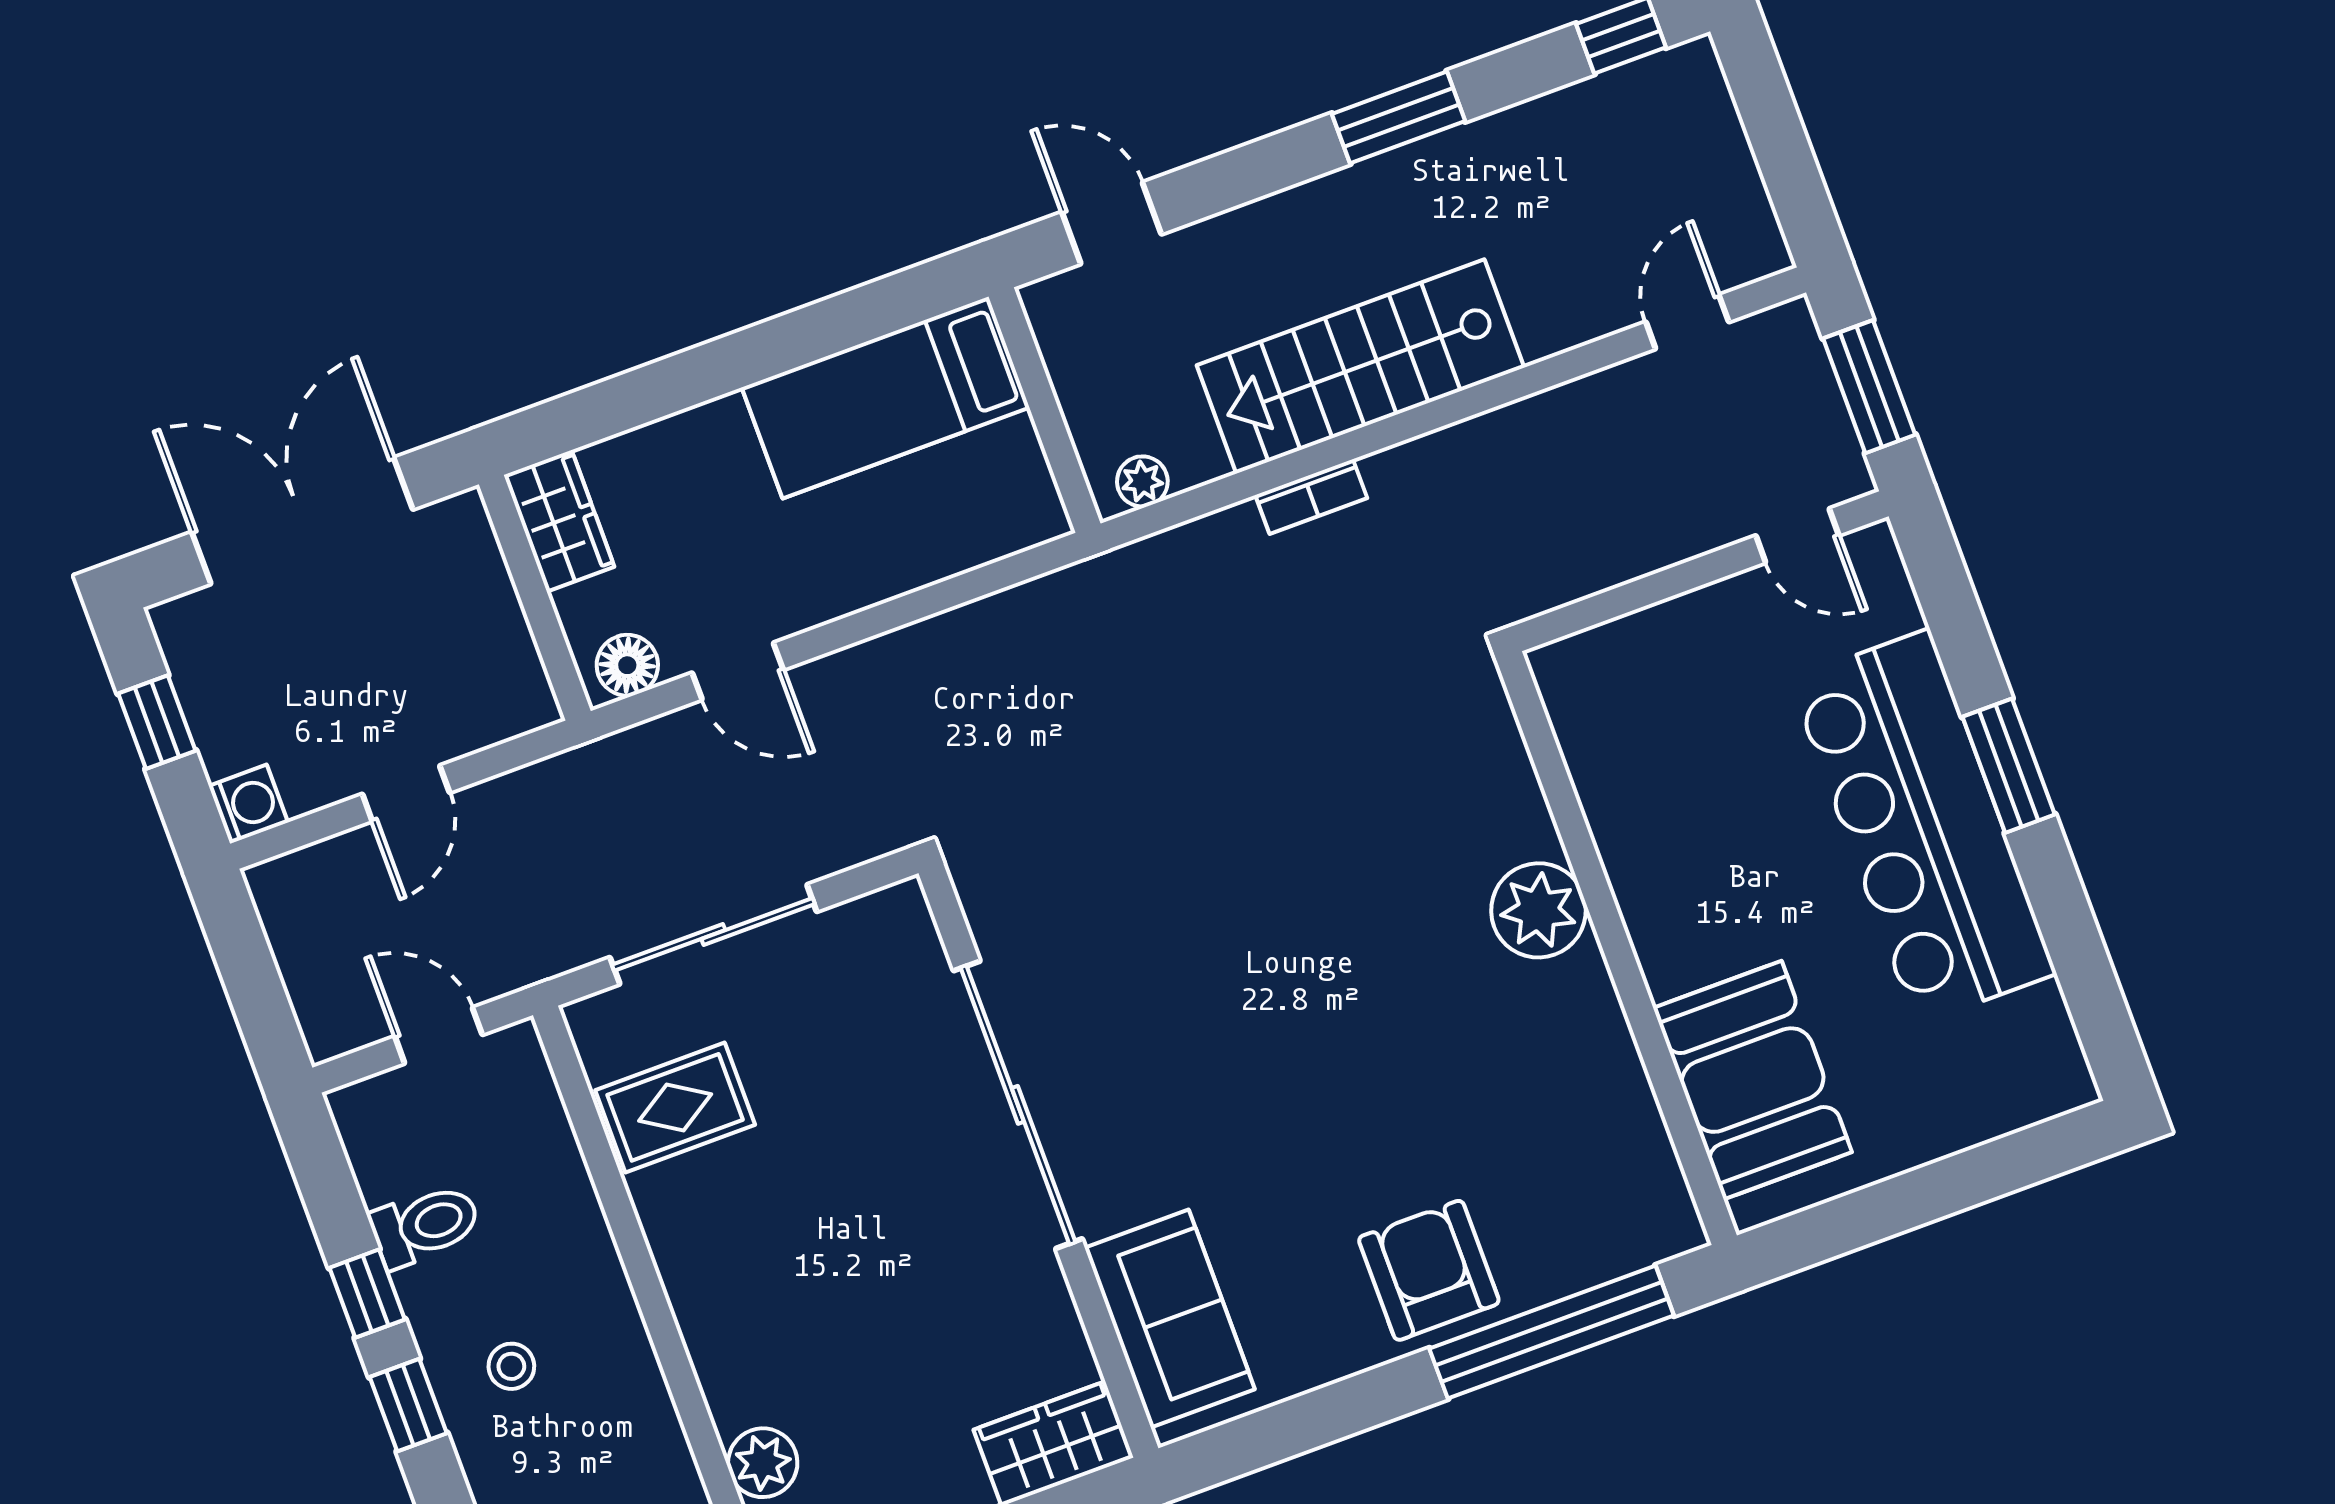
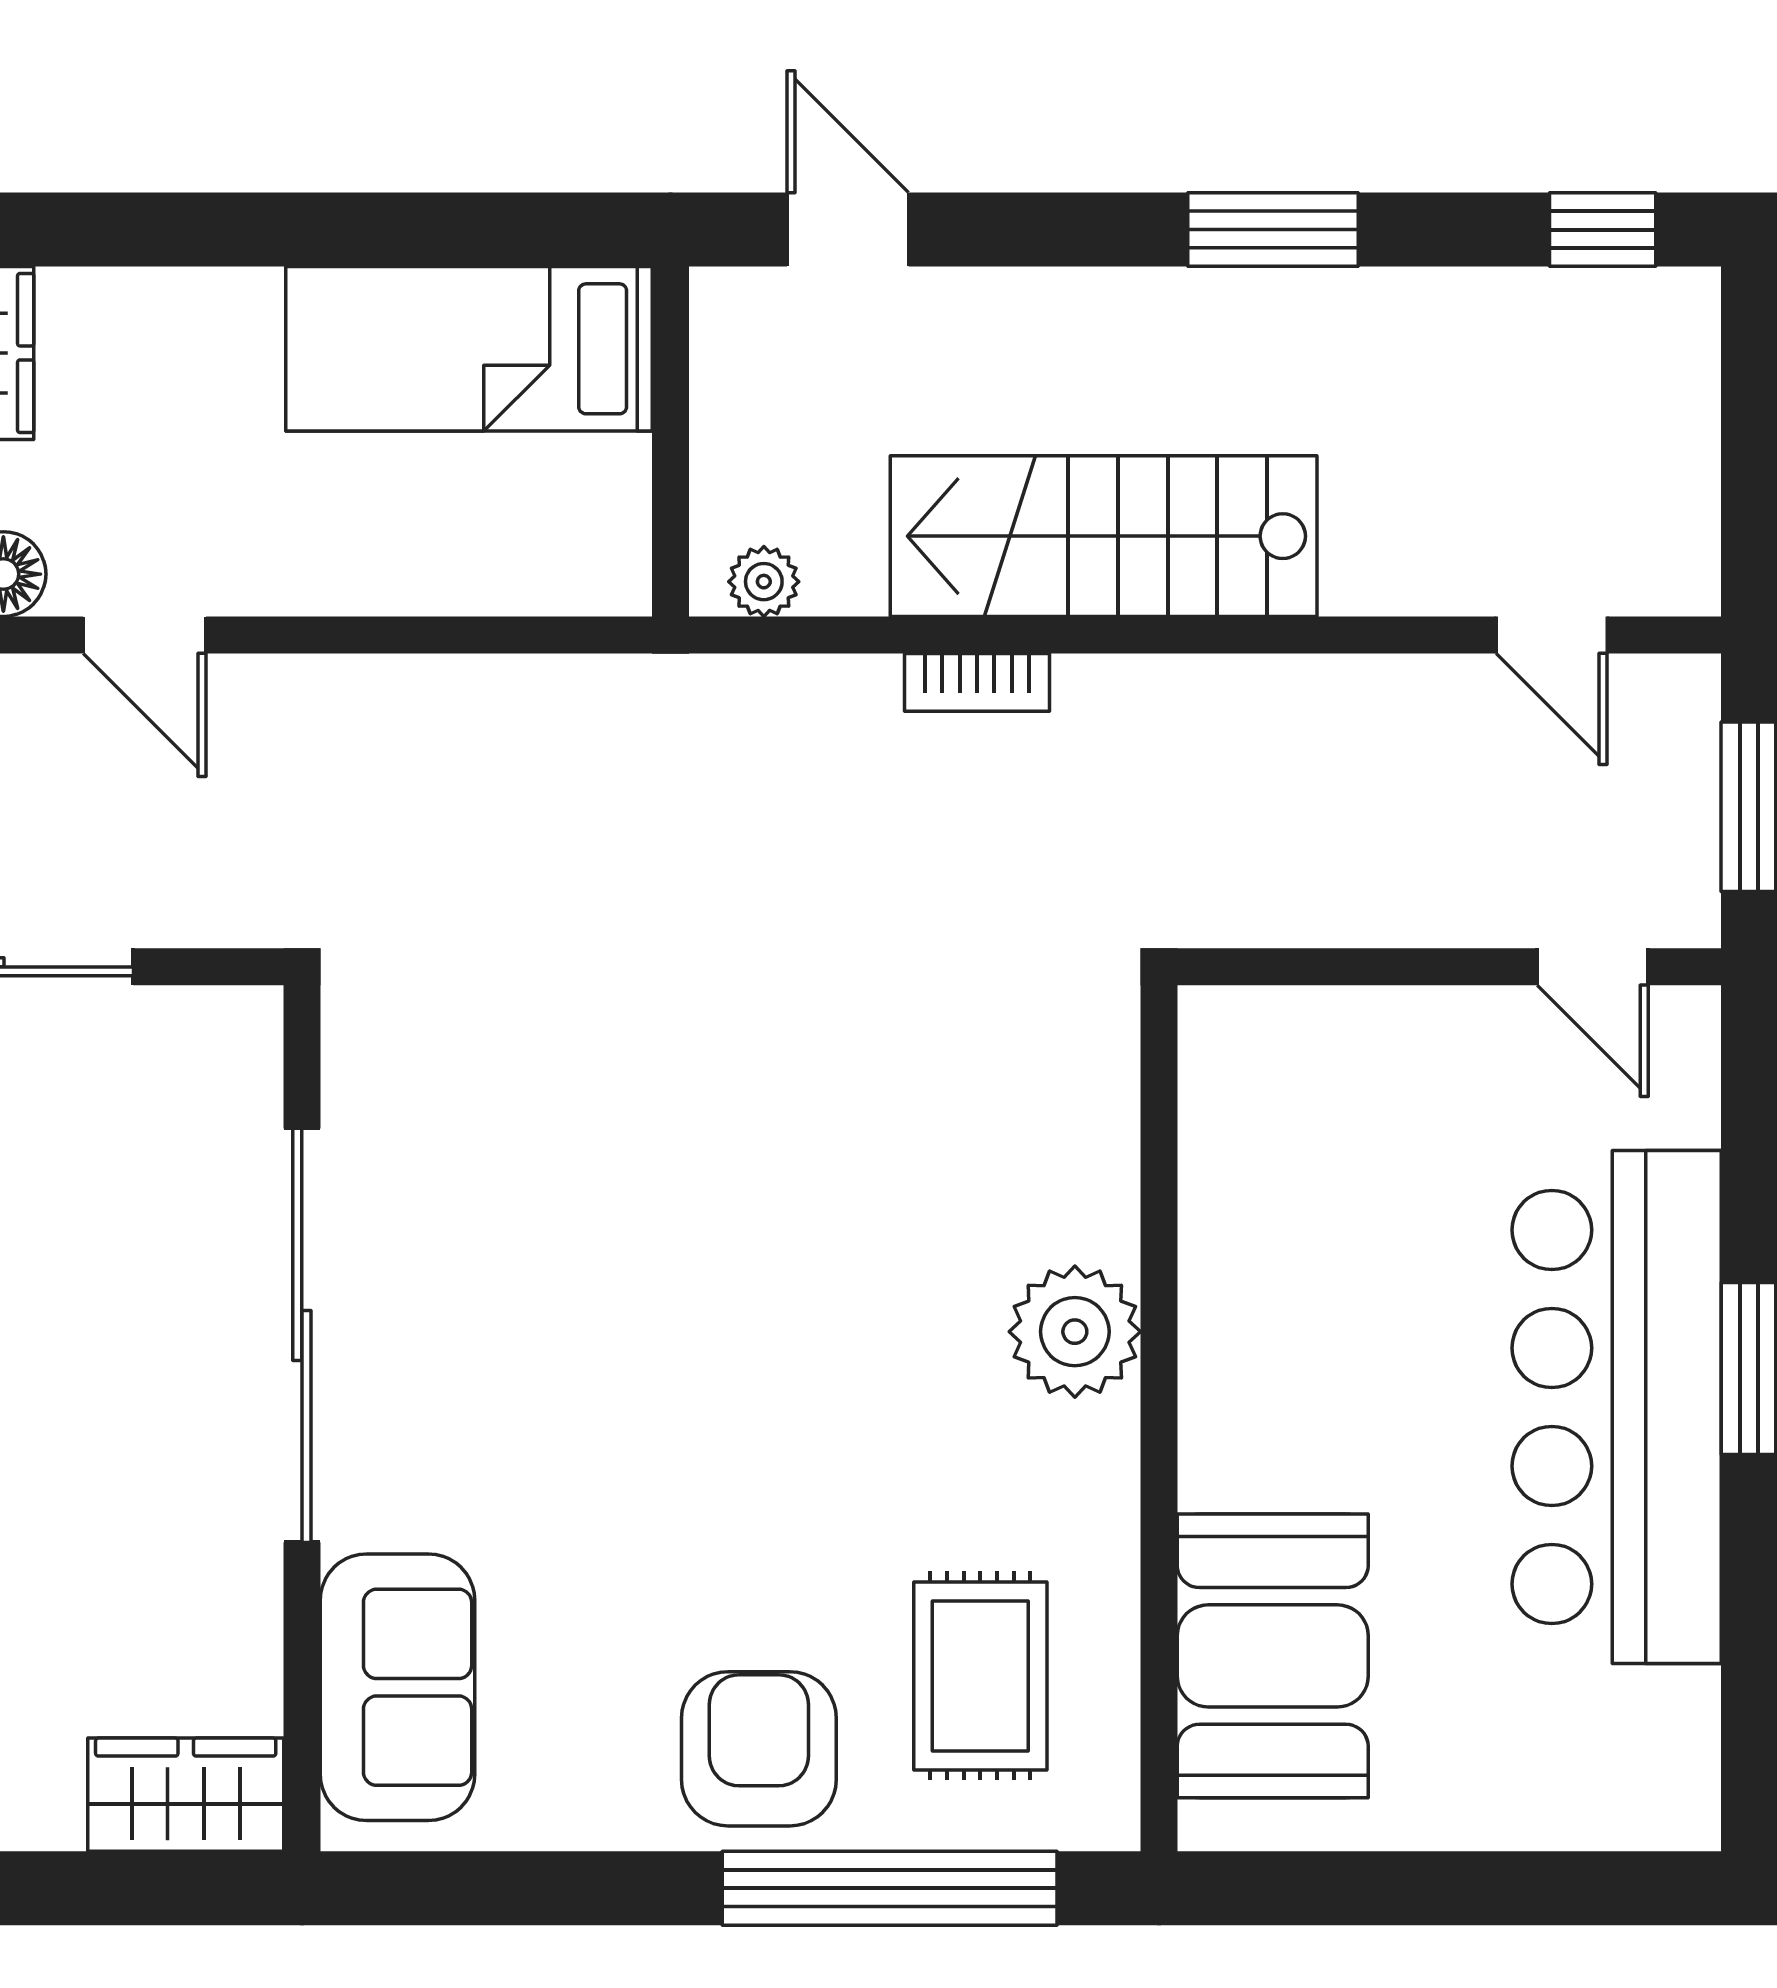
door: (1687, 322) -> (1552, 635), swing flipped
rug: (1560, 1166) -> (980, 1676), added

